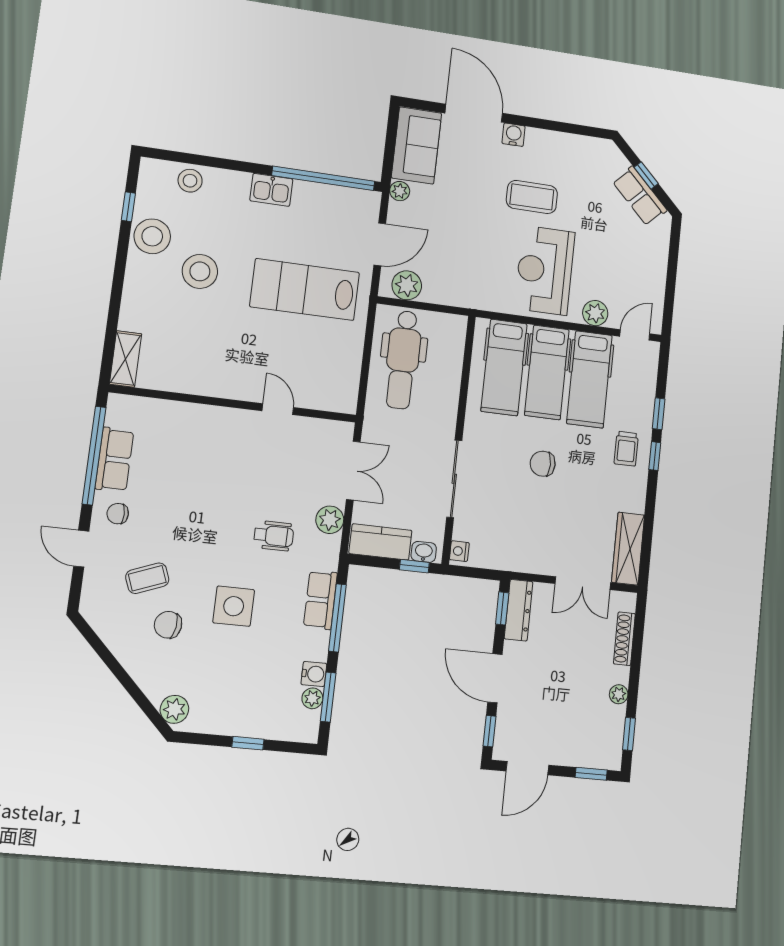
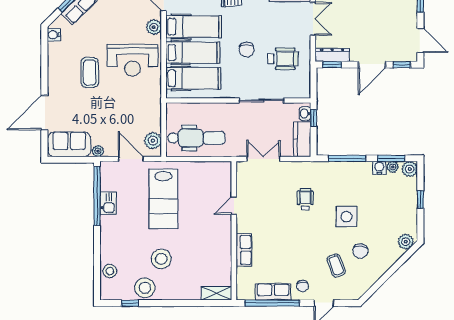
water cooler: (514, 135) -> (54, 35), moved
kitchen sink: (271, 190) -> (108, 203), moved
plant: (330, 520) -> (410, 169), moved
wheelchair: (521, 524) -> (283, 59), added
nightstand: (459, 551) -> (302, 93), removed
row of seats: (320, 600) -> (244, 250), moved, turned -90

